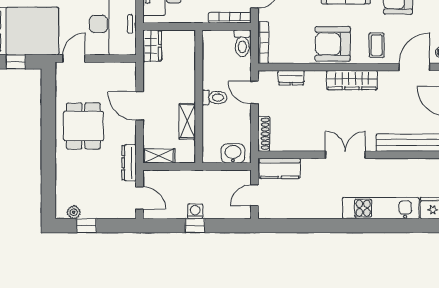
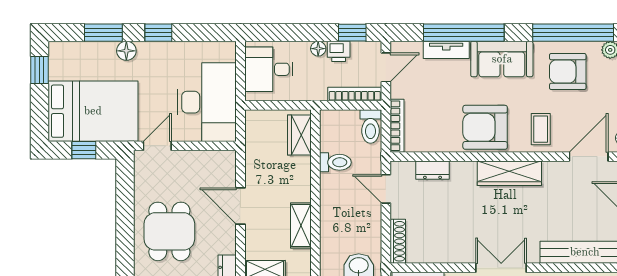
wardrobe: (152, 46) -> (299, 135), moved, turned 180
toilet: (214, 98) -> (335, 162), moved

